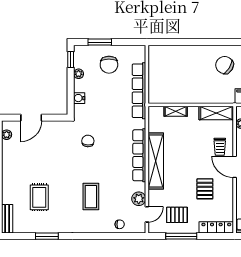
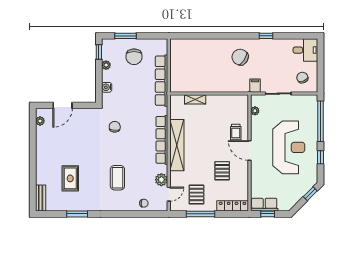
shelving: (216, 113) -> (233, 101), removed
pallet: (177, 215) -> (196, 194), turned 90

